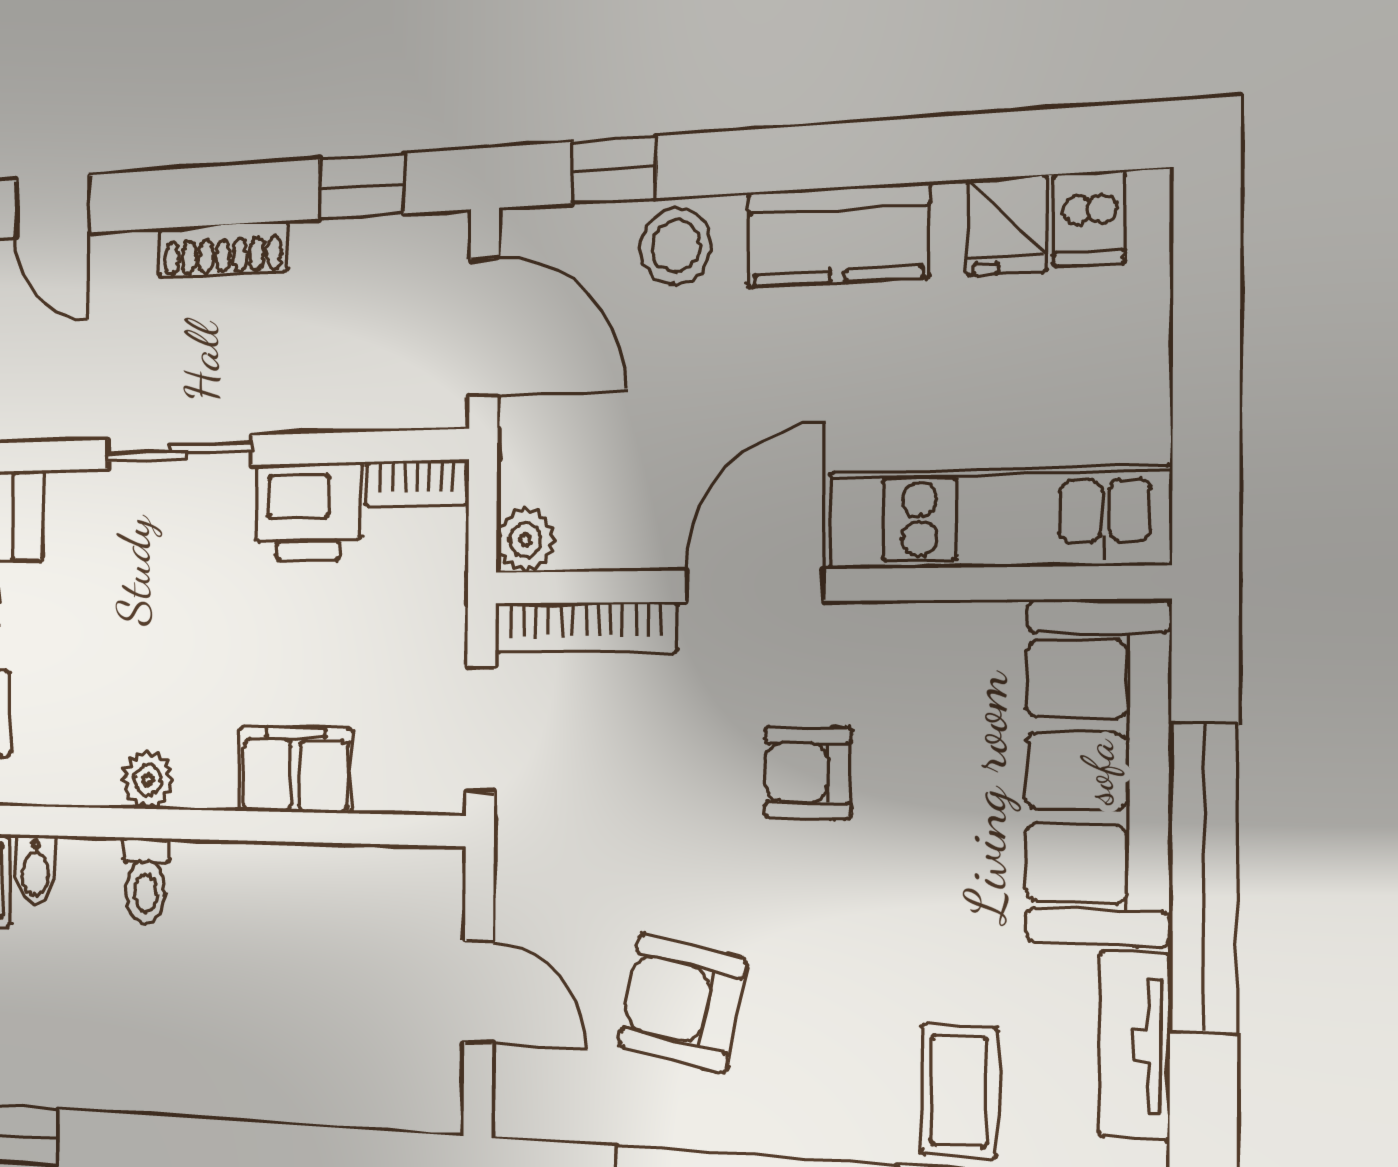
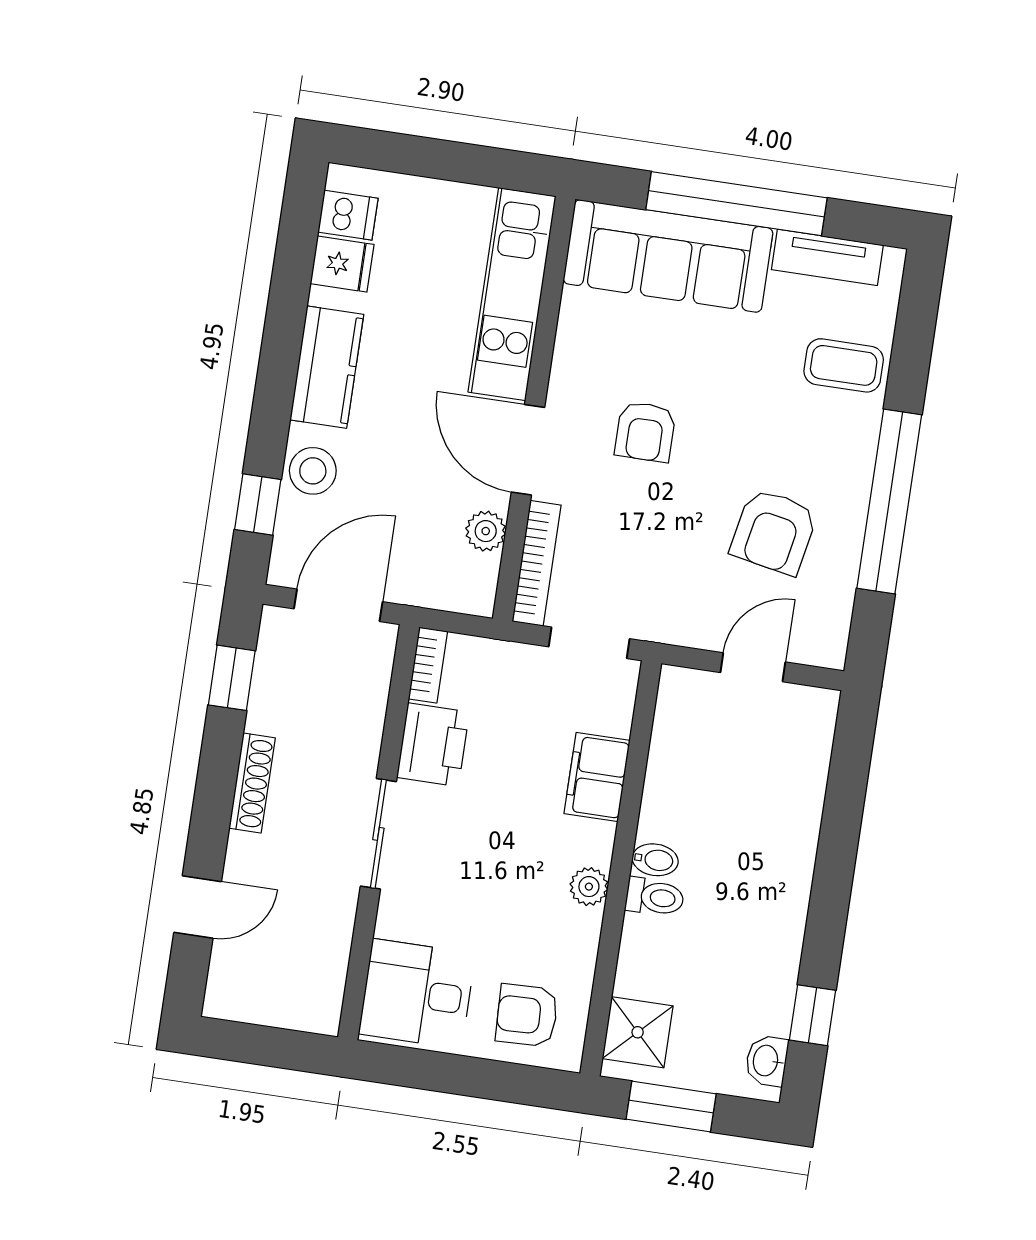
plant: (526, 540) -> (486, 531), moved
bidet: (35, 870) -> (655, 860), moved

